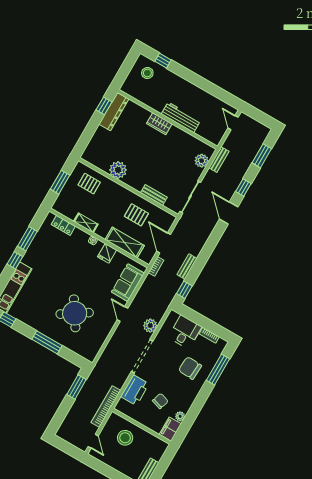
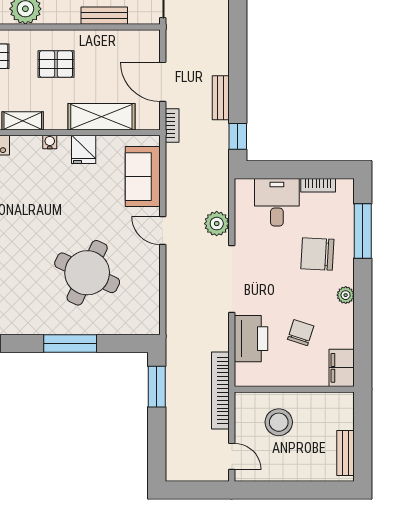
pallet: (136, 215) -> (56, 64), moved
round table: (75, 313) -> (87, 273), turned -32
plant: (180, 416) -> (346, 295), moved

